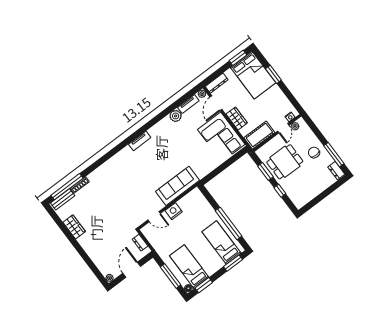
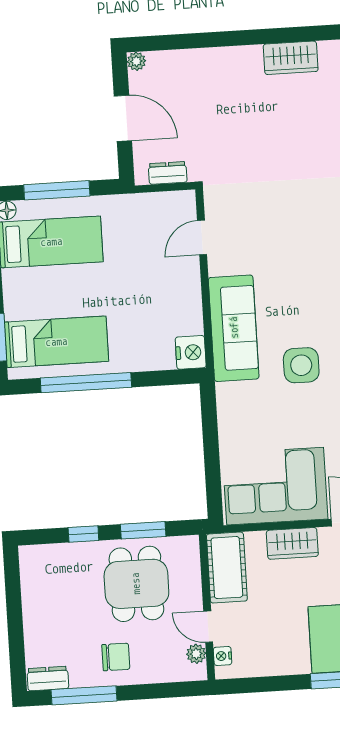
side table: (175, 155) -> (301, 365), added
nightstand: (174, 211) -> (191, 352), moved

